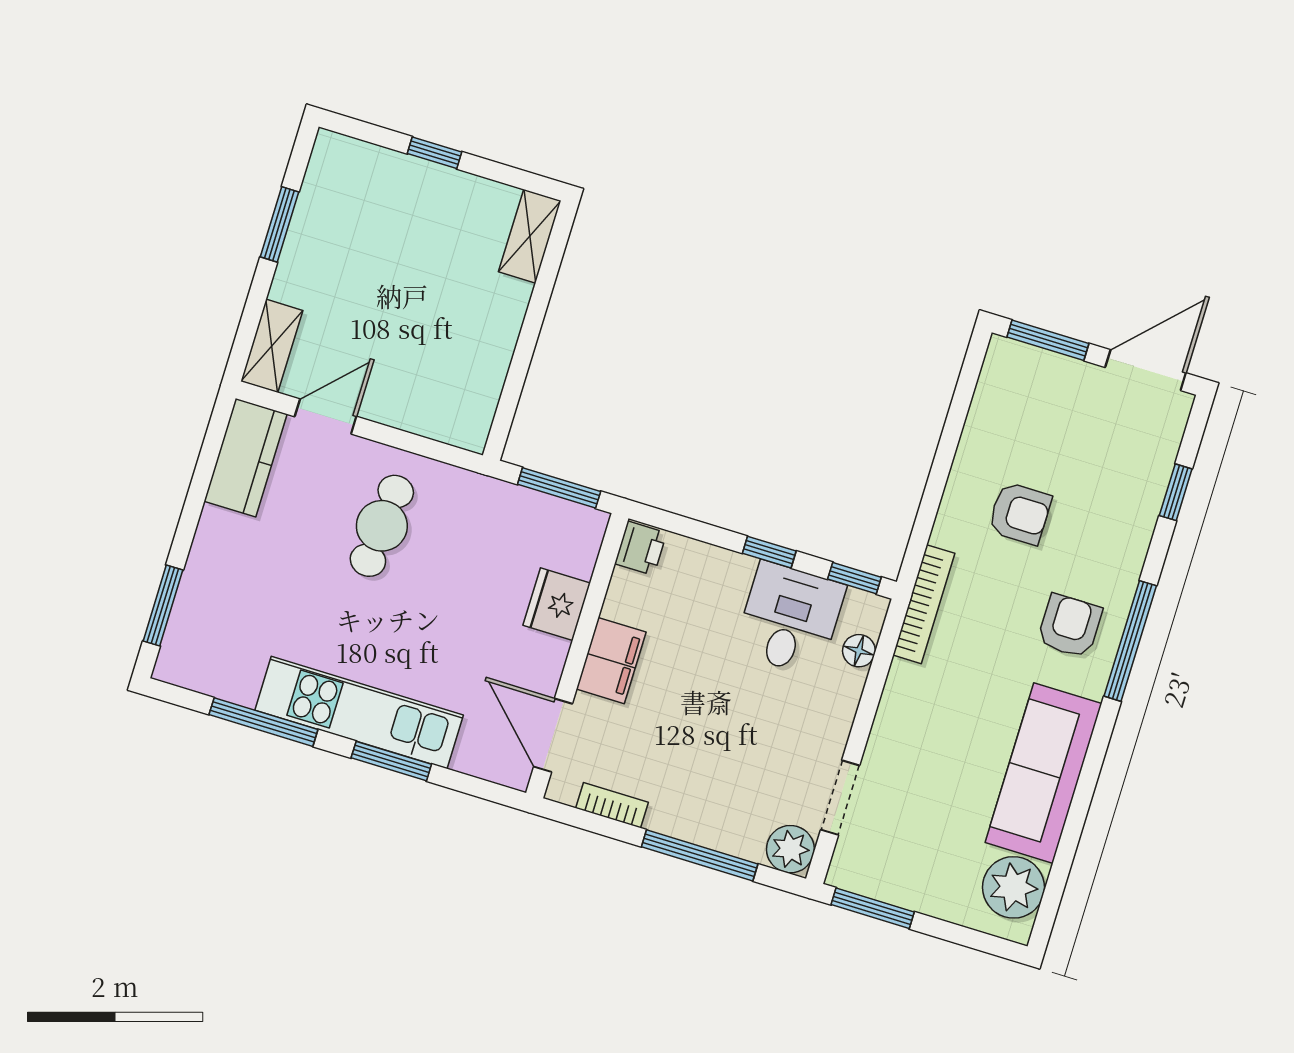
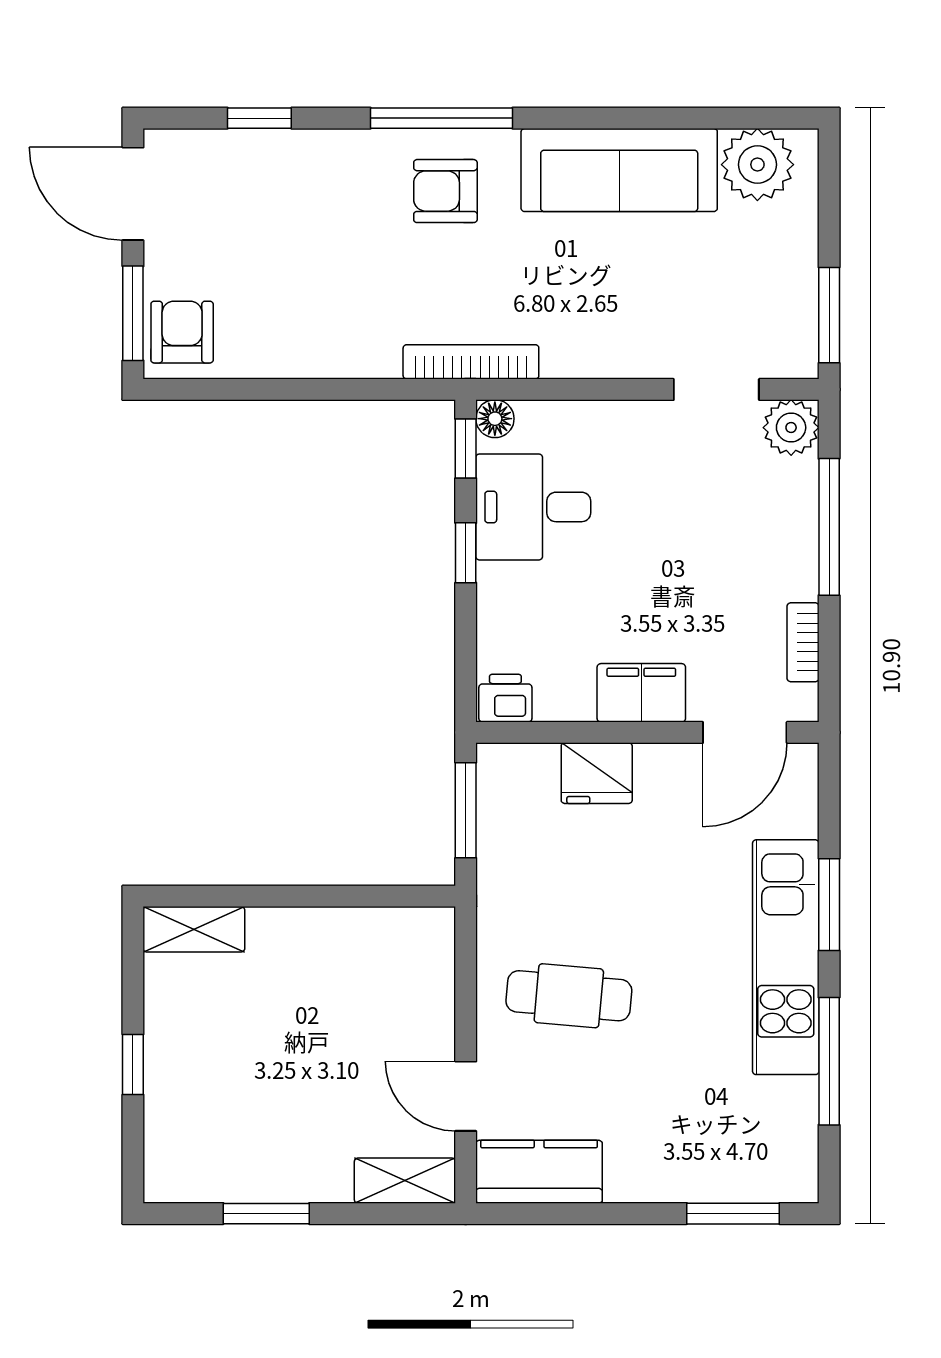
armchair: (1020, 513) -> (182, 332), moved
floor lamp: (859, 651) -> (495, 419), moved

